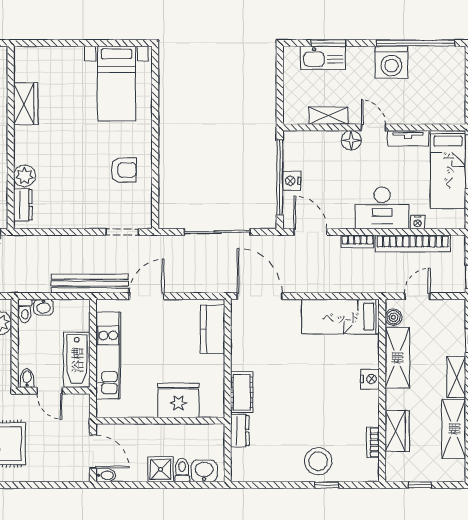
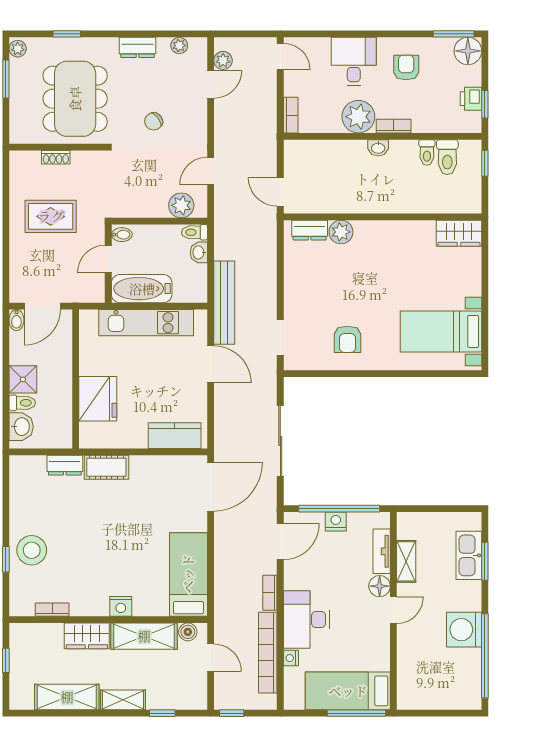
wardrobe: (26, 104) -> (459, 233), moved
tv unit: (408, 138) -> (382, 551), moved
wardrobe: (397, 431) -> (87, 636), moved

